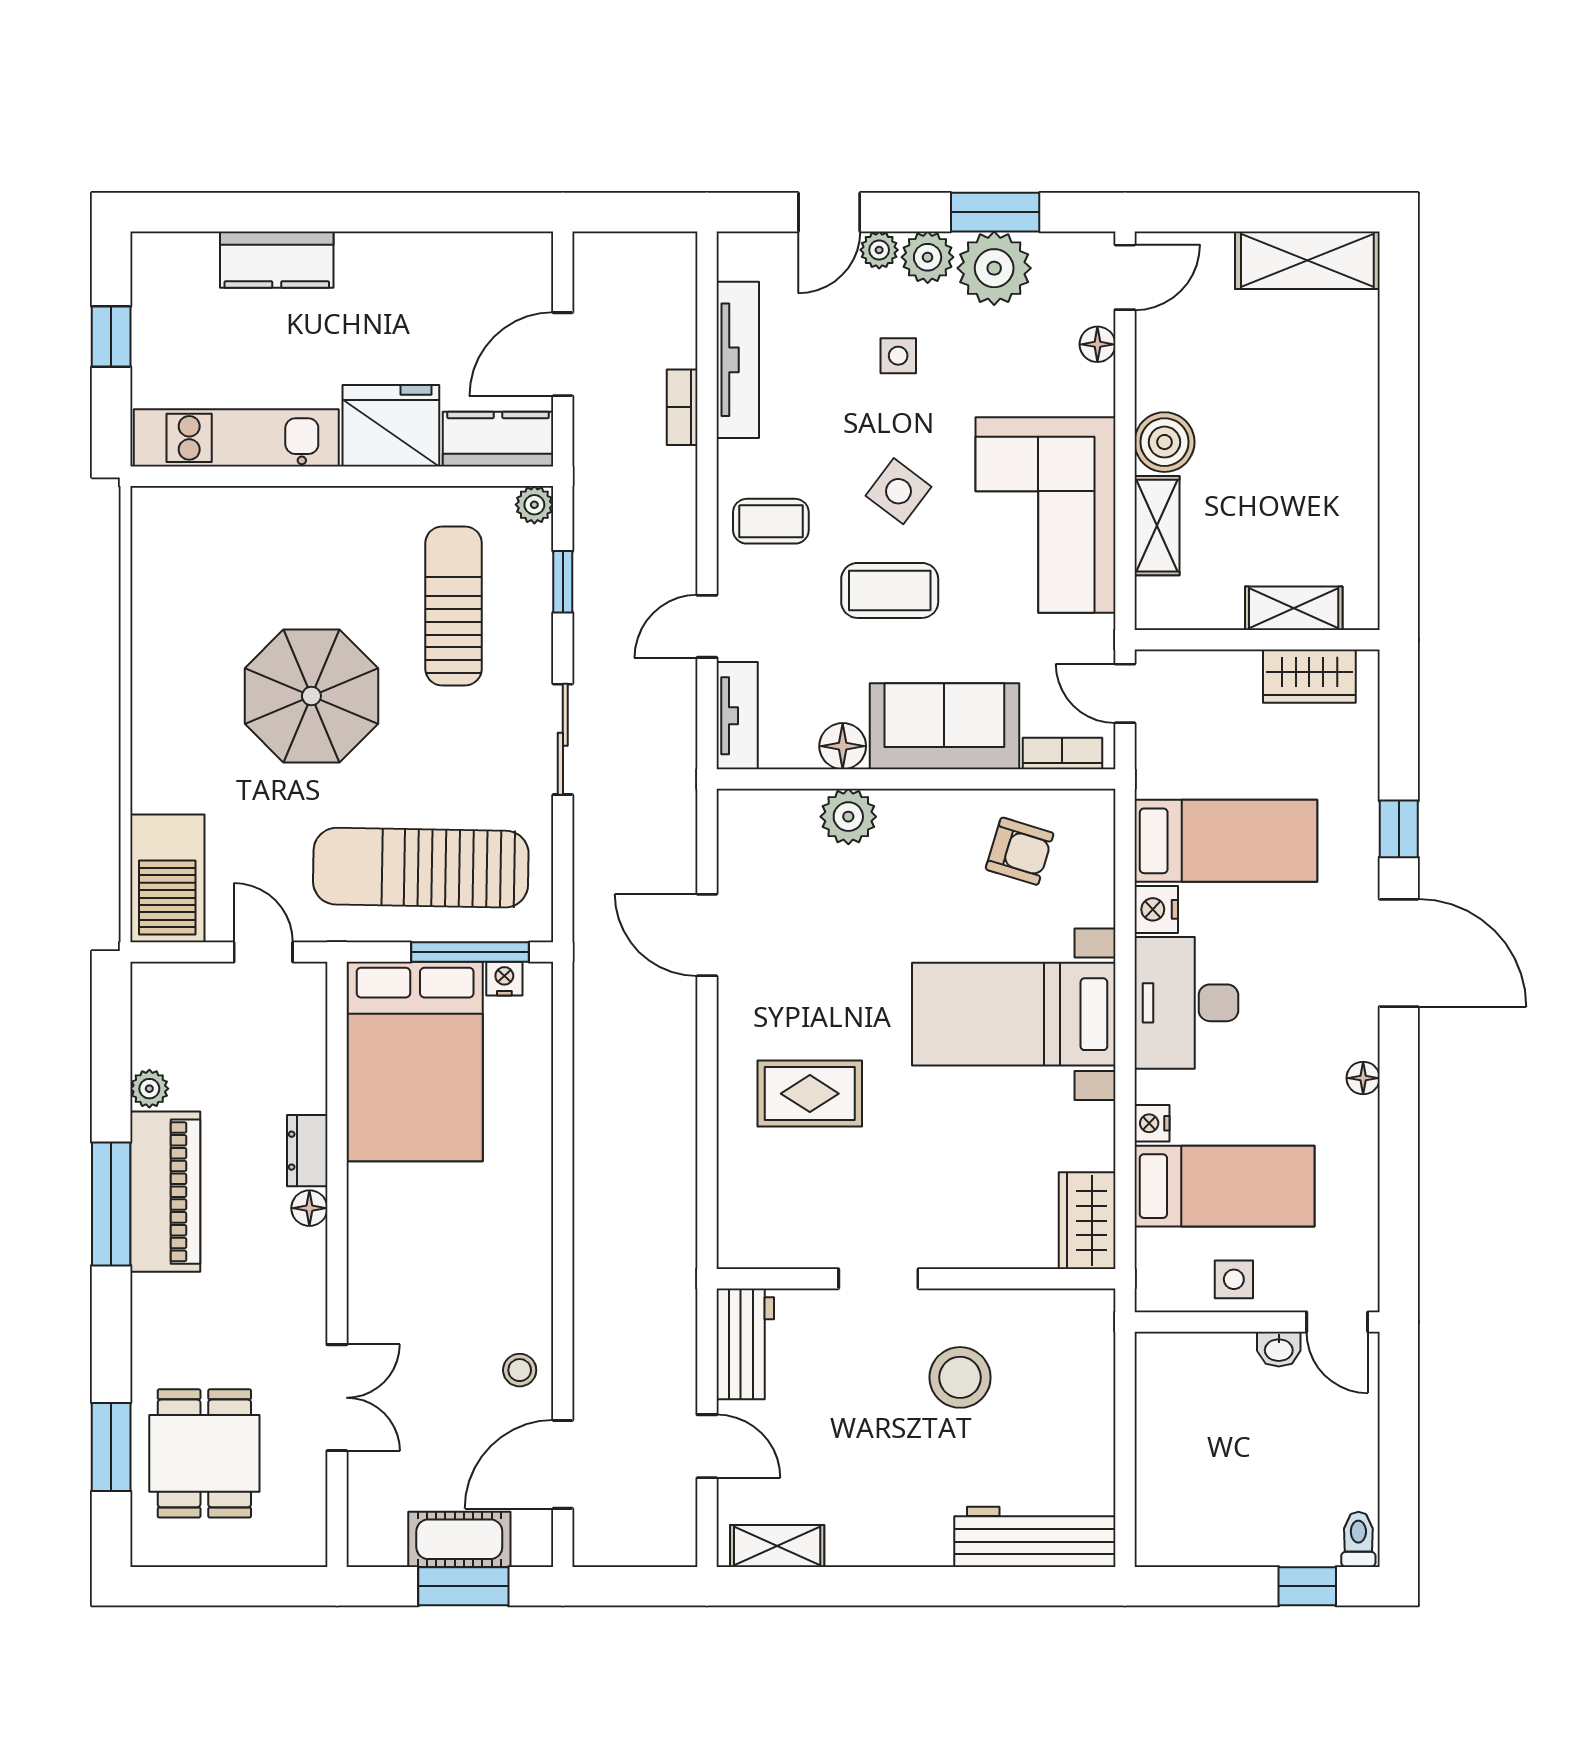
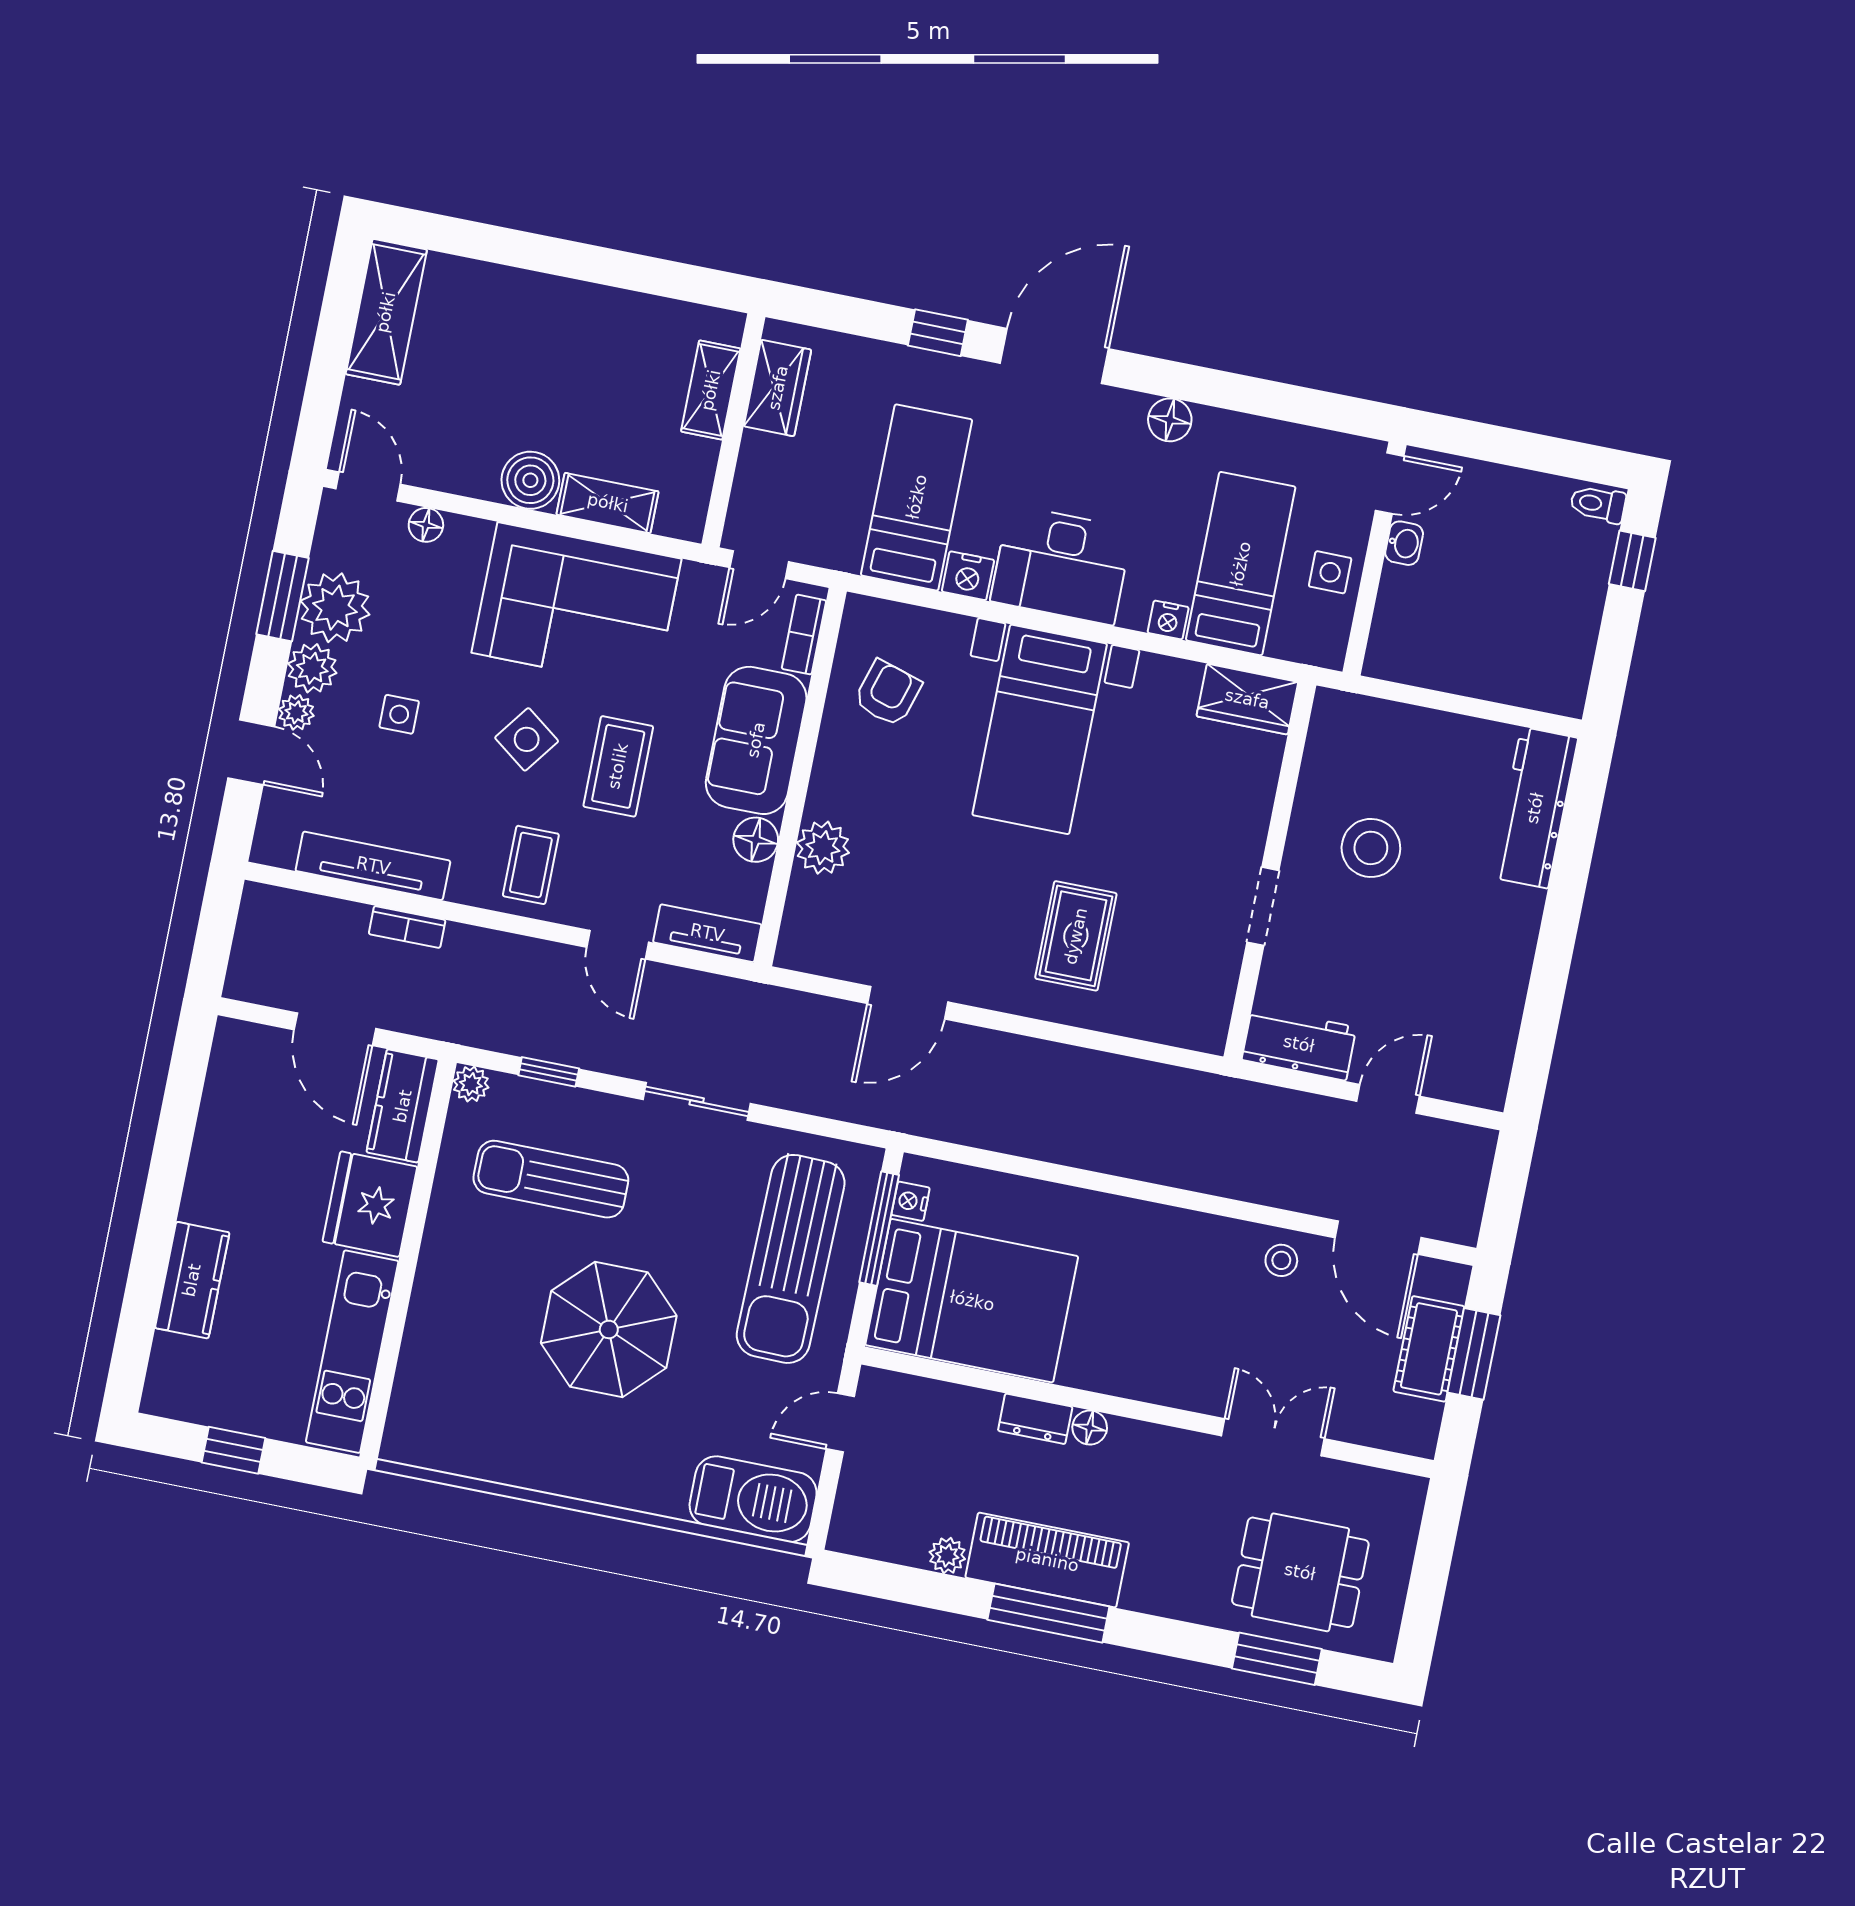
floor lamp: (1363, 1078) -> (1170, 420), width x1.37, depth x1.37
shelving: (777, 1546) -> (1495, 1051), removed

